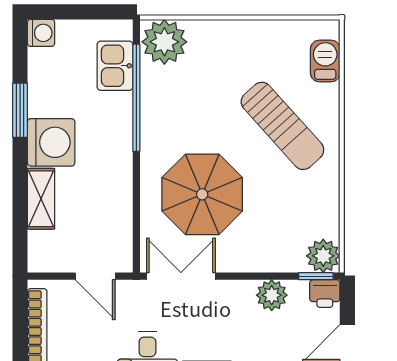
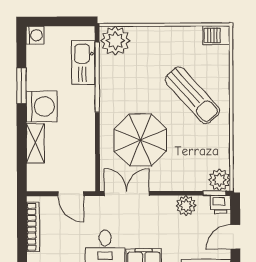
barbecue: (325, 61) -> (216, 35), moved, turned -90
kitchen sink: (115, 66) -> (83, 62), width x1.38

